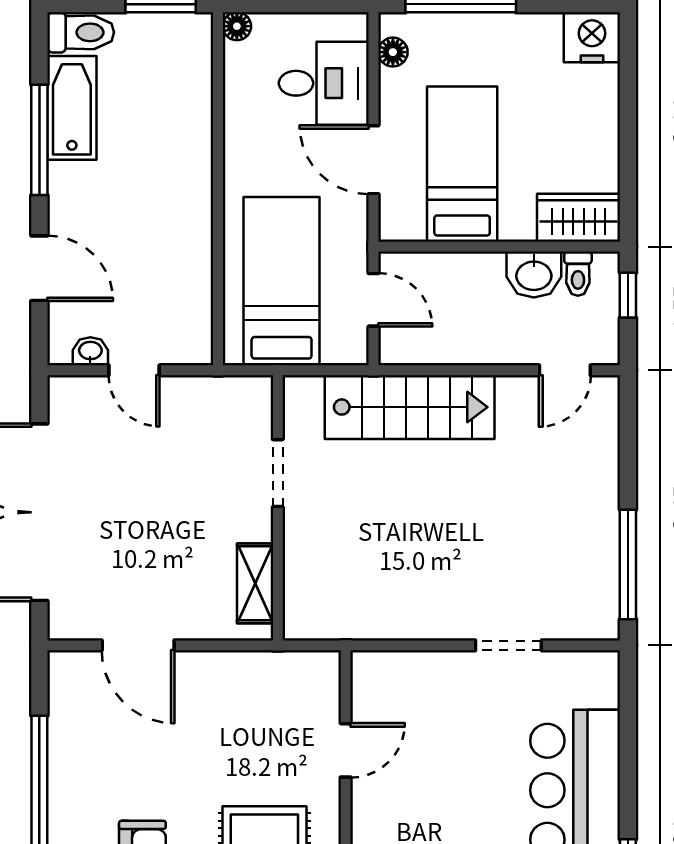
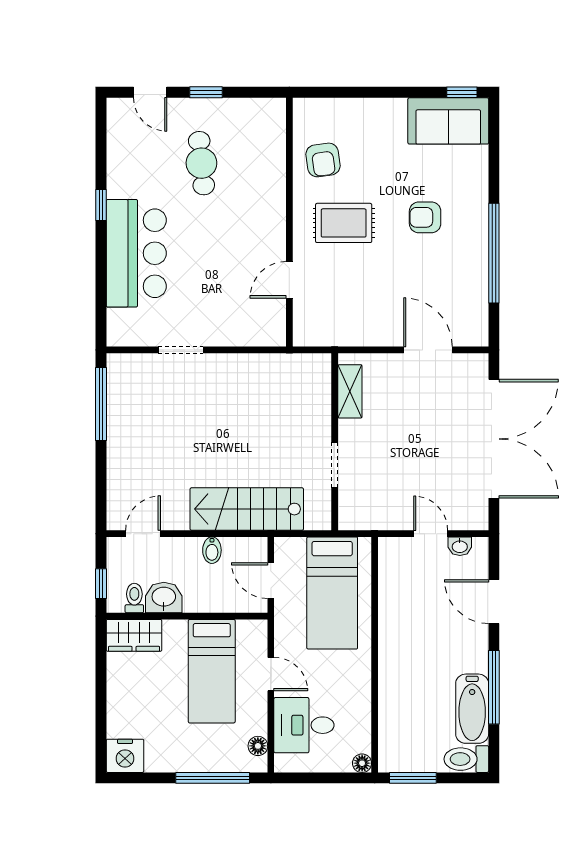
door: (374, 160) -> (271, 674), width x0.73
bidet: (462, 345) -> (212, 550), added

